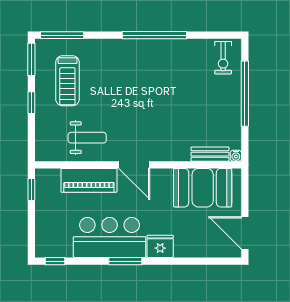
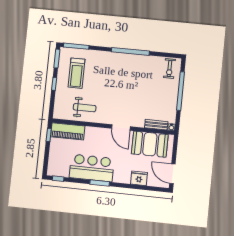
door: (134, 165) -> (121, 127), moved
piano: (89, 180) -> (68, 131), moved
fridge: (160, 246) -> (139, 178), moved

